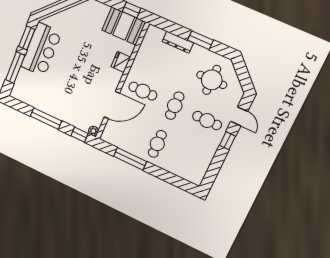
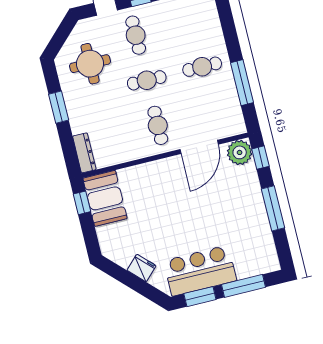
dresser: (178, 42) -> (84, 153), moved
fridge: (121, 62) -> (142, 268), moved, turned -135
door: (112, 105) -> (199, 147), swing flipped
plant: (93, 131) -> (240, 152), width x1.88, depth x1.88

